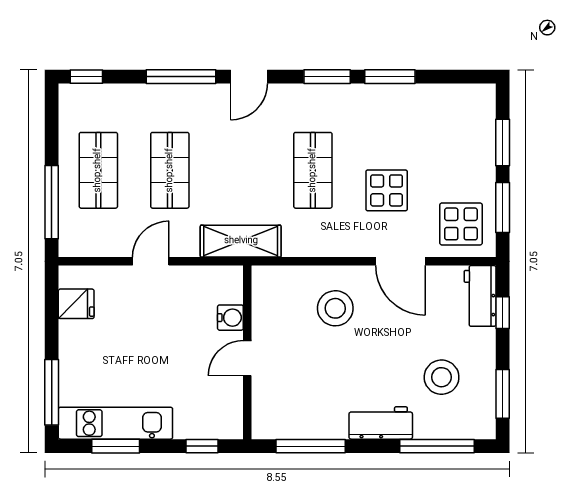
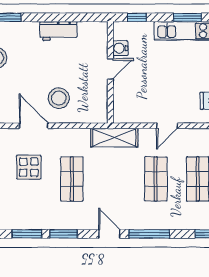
door: (249, 77) -> (109, 234), hinge flipped
door: (400, 261) -> (34, 126), moved
water cooler: (230, 318) -> (120, 48), moved
workbench: (381, 423) -> (58, 31), moved
window: (311, 446) -> (73, 17), removed

